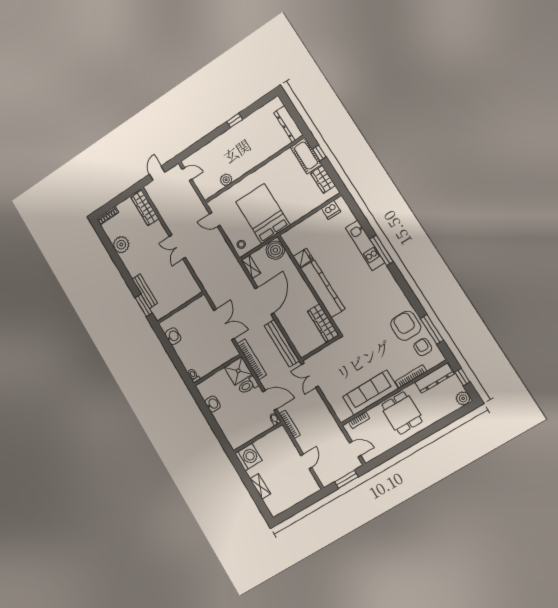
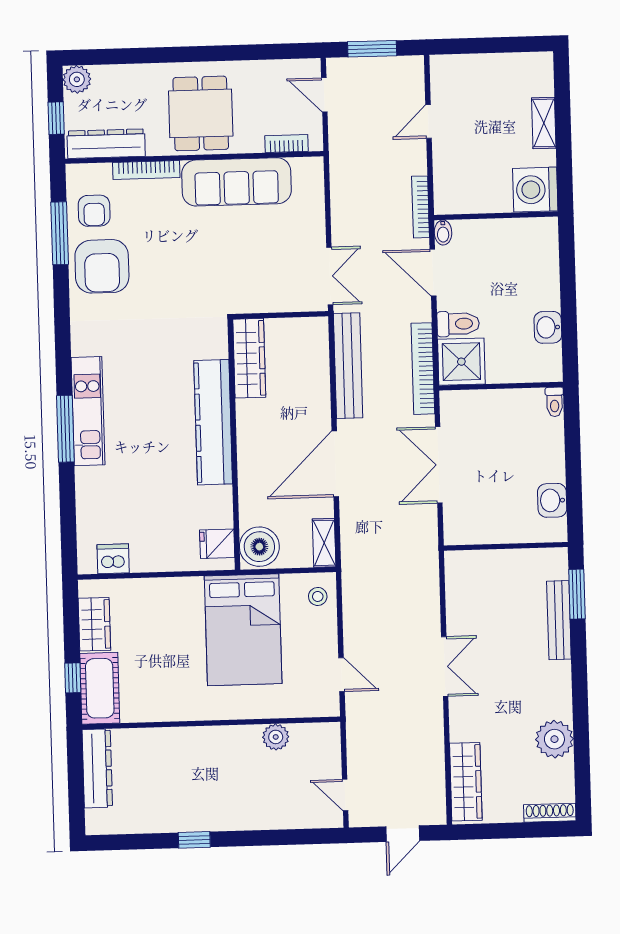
kitchen unit: (365, 245) -> (88, 411), moved
fridge: (303, 258) -> (217, 544), moved

